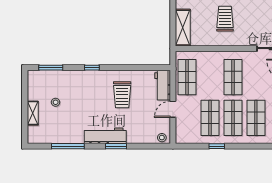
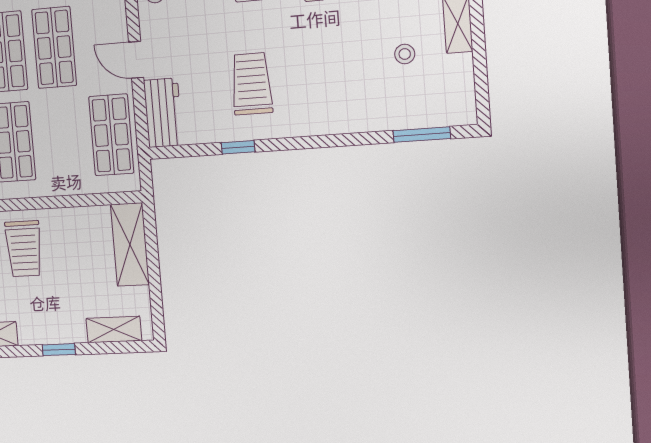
trolley: (225, 19) -> (24, 249), moved
window: (92, 68) -> (238, 147), moved
door: (173, 109) -> (136, 60), swing flipped

